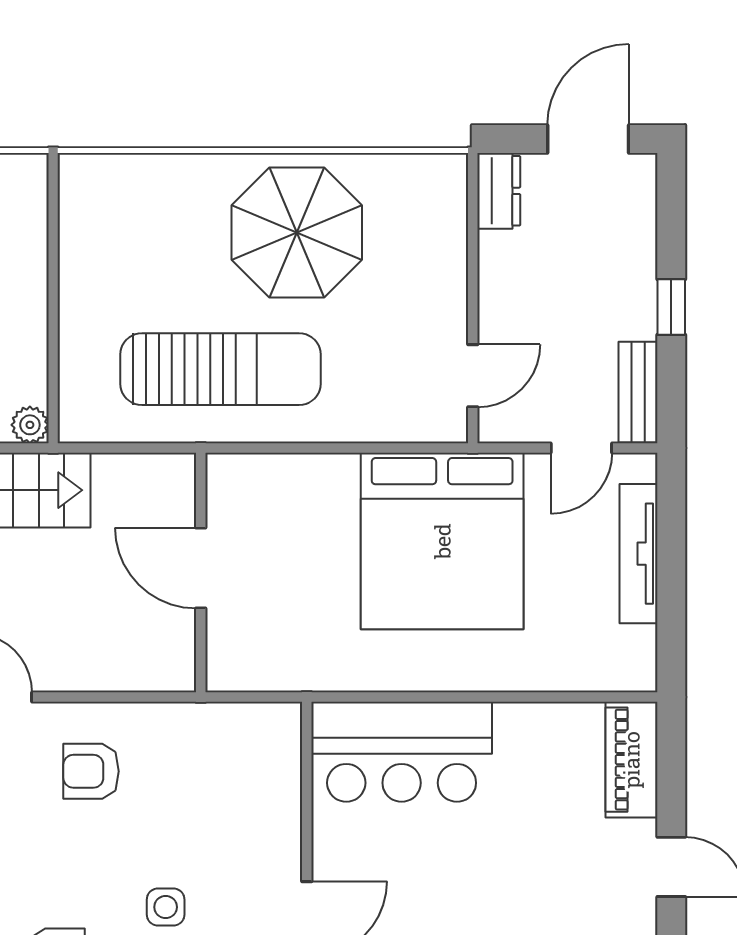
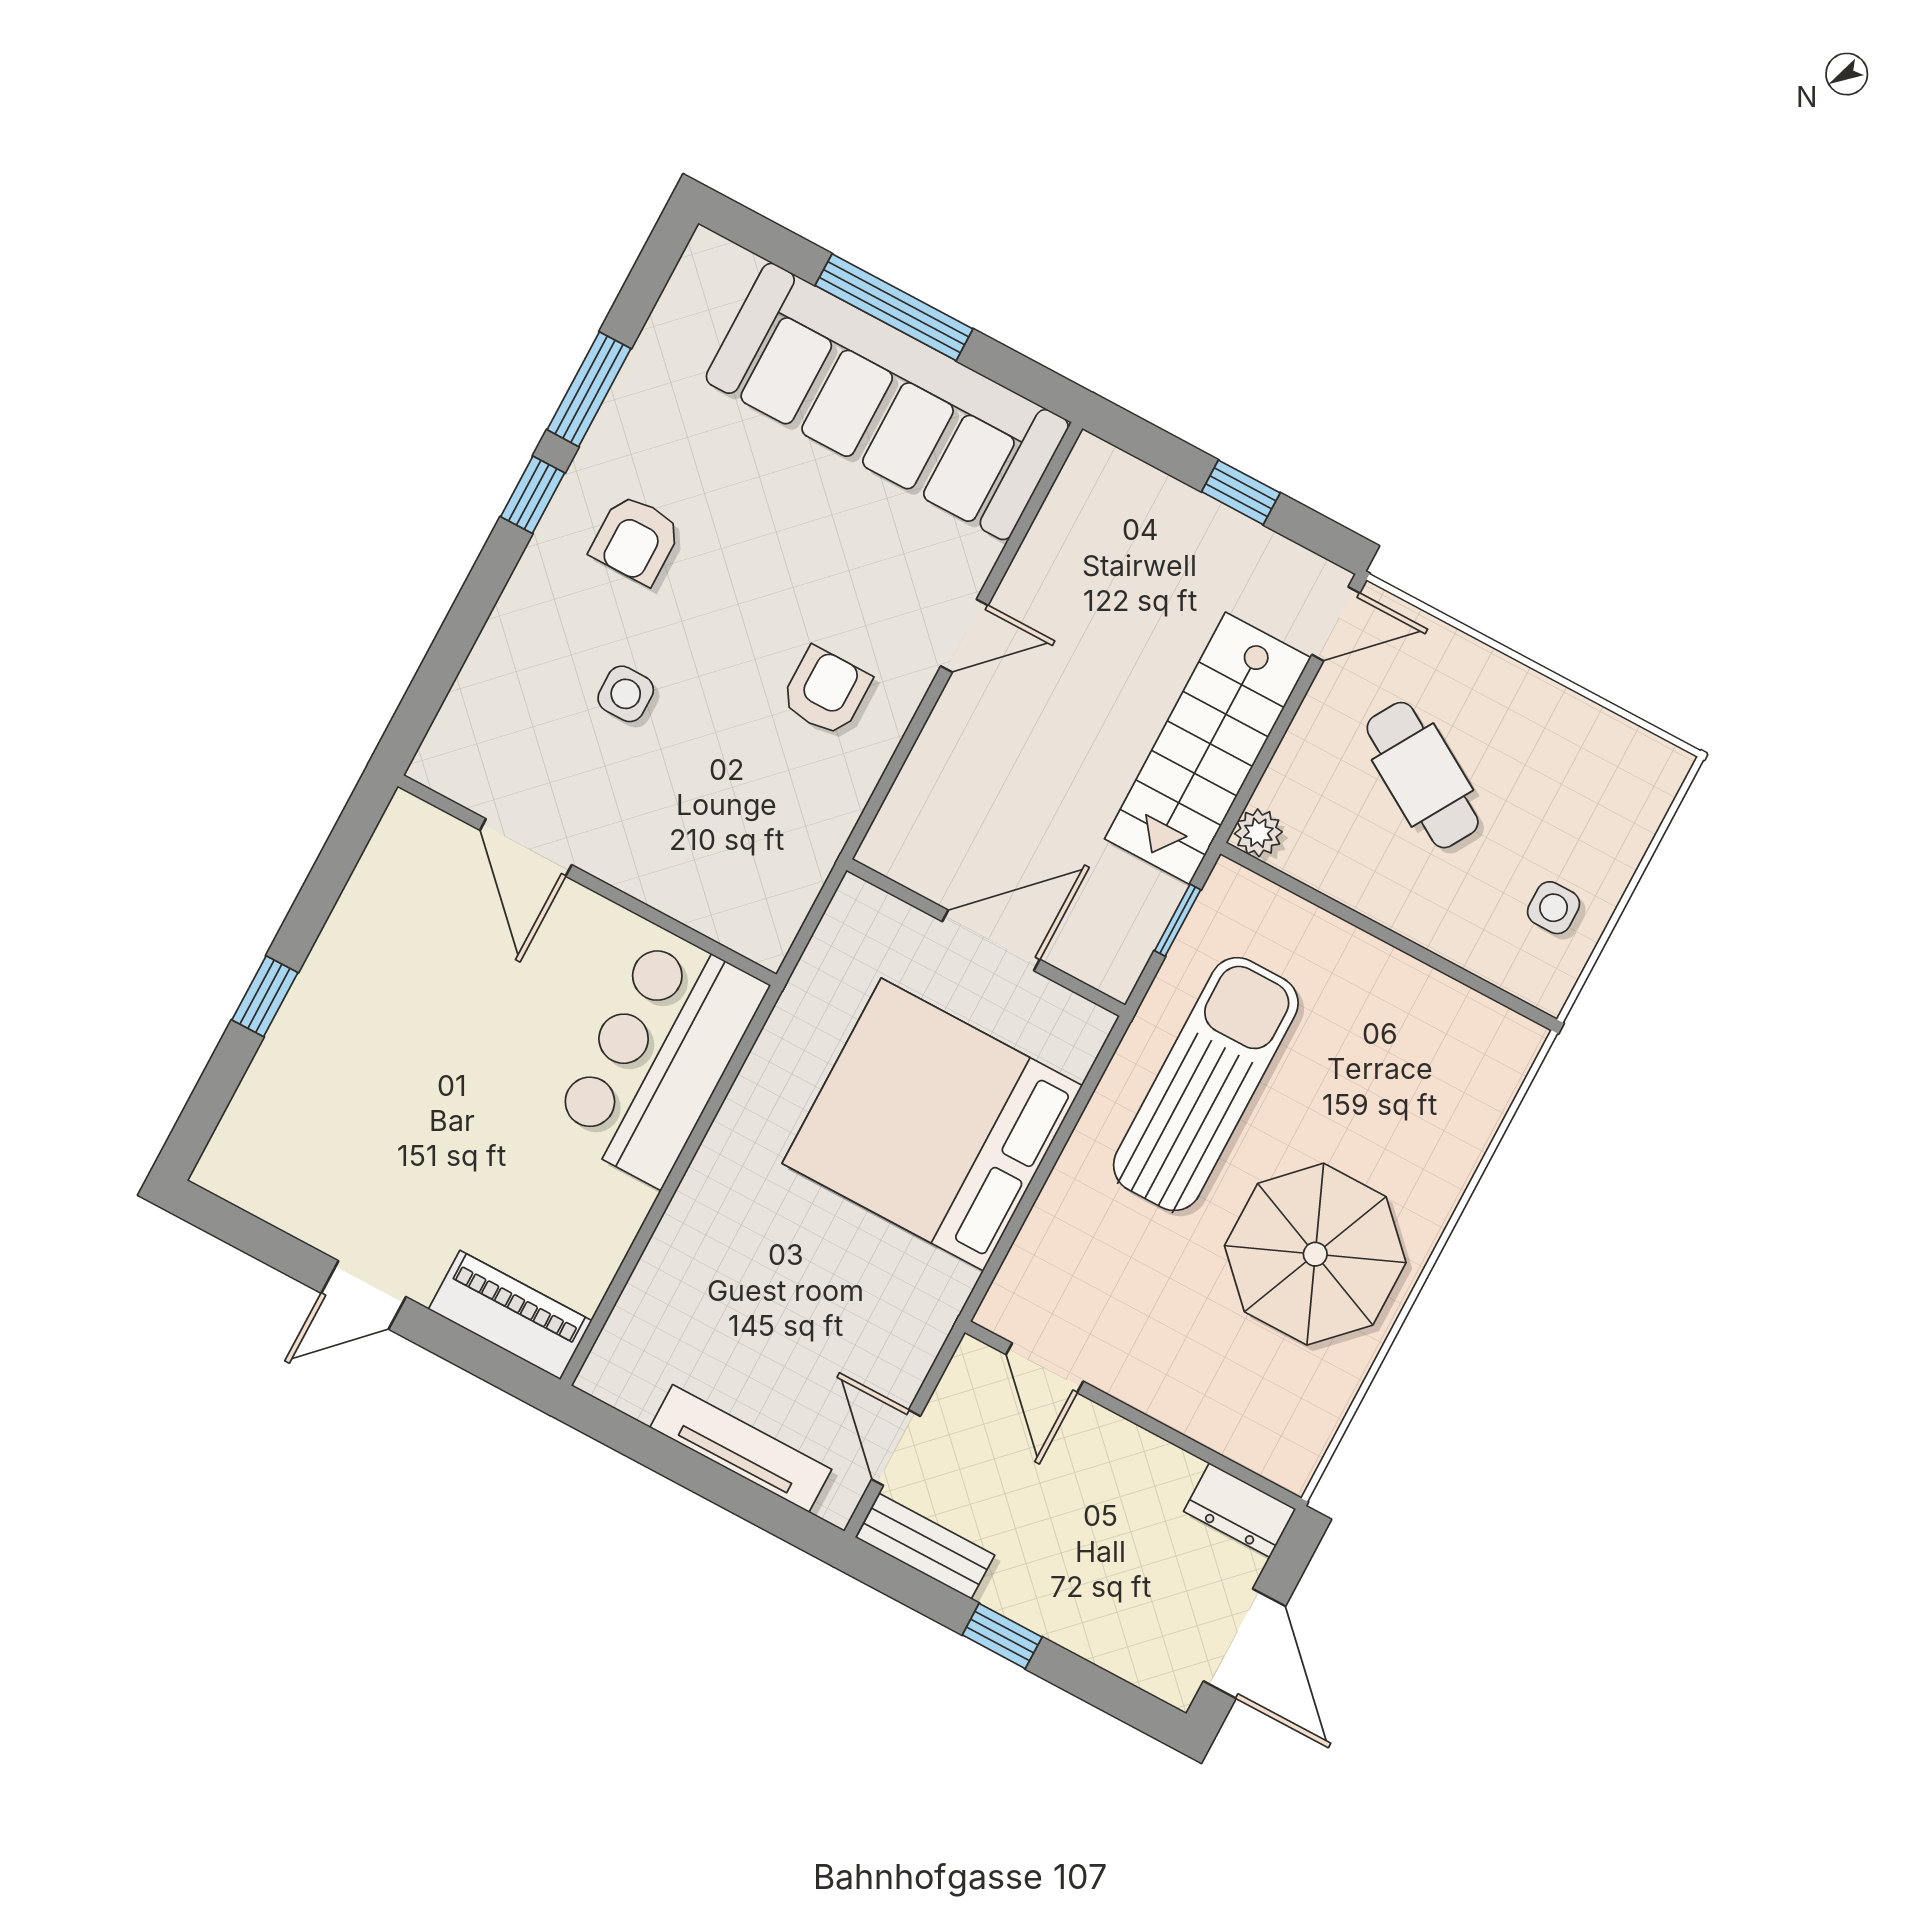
sun lounger: (221, 369) -> (1206, 1084), turned 180
window: (119, 448) -> (1178, 920), added
bed: (442, 541) -> (932, 1124), moved

